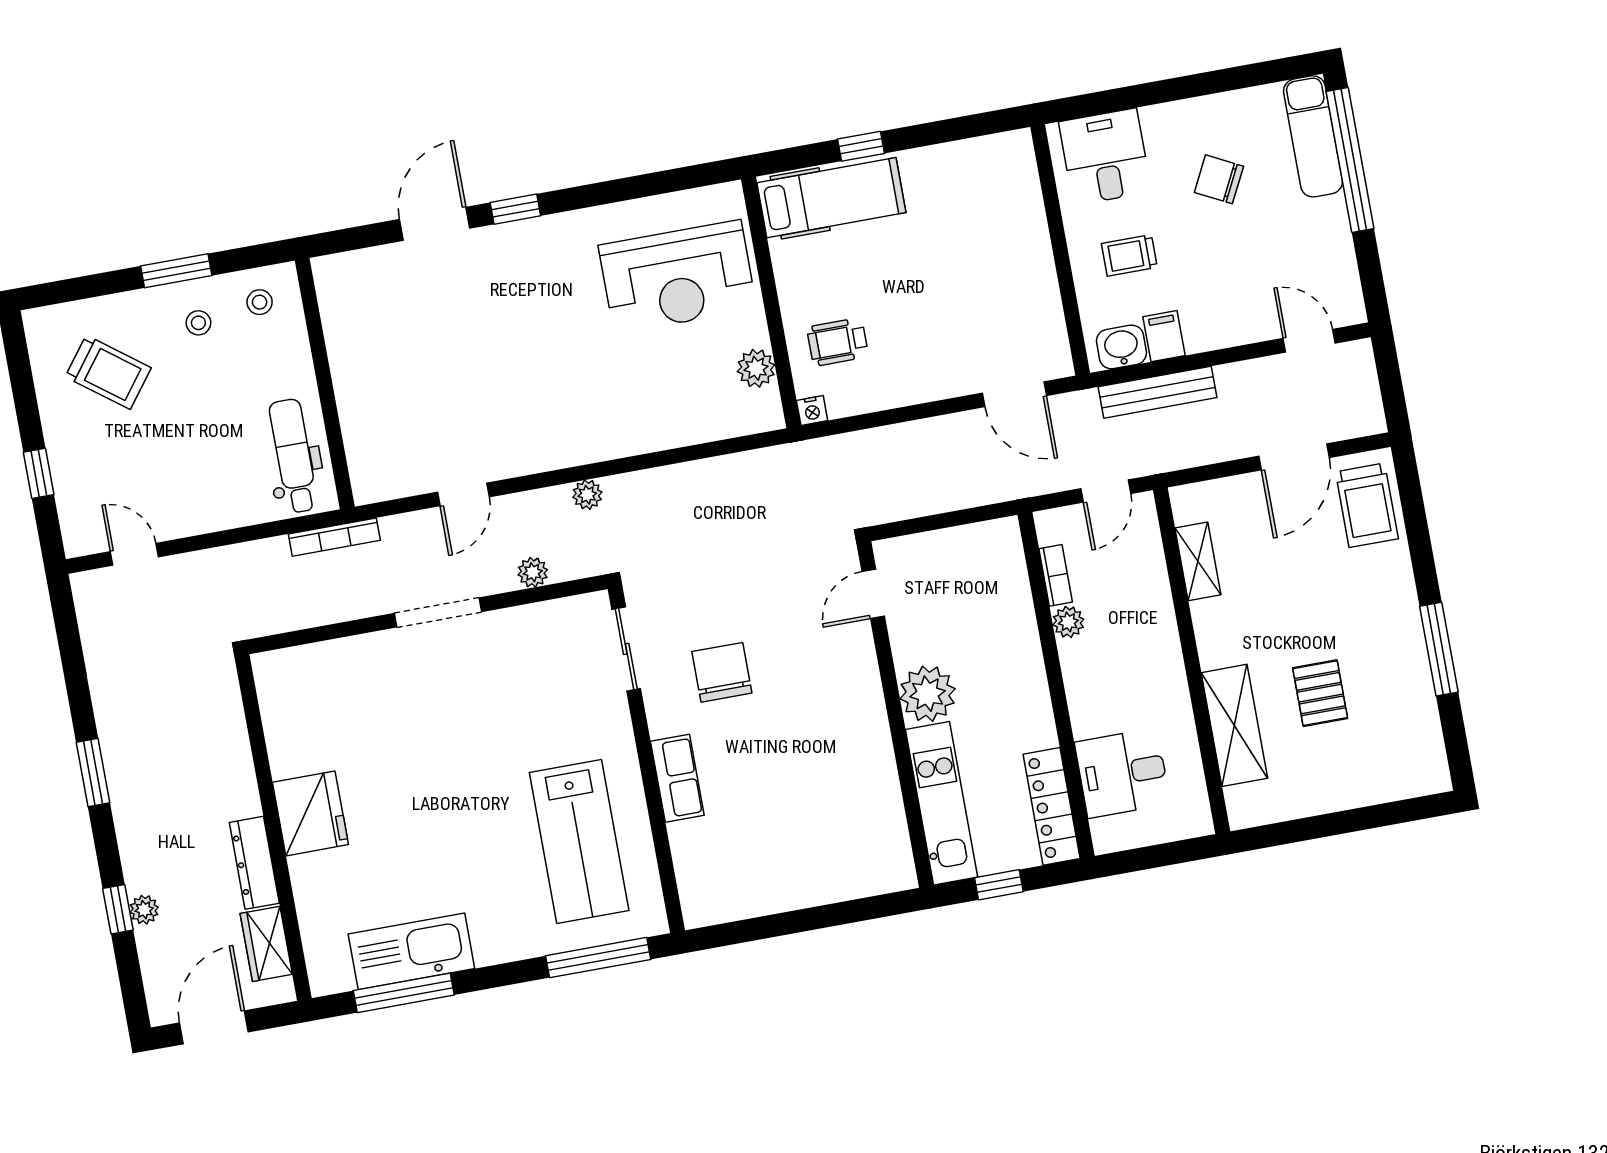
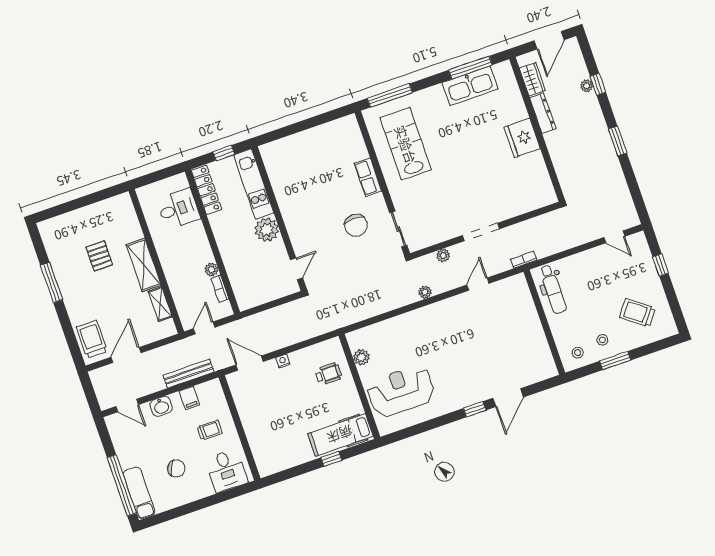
washbasin: (1121, 347) -> (161, 406), moved
nightstand: (812, 410) -> (283, 361), moved
bookcase: (334, 537) -> (524, 260), width x0.64
shelving: (1234, 725) -> (144, 265), moved

